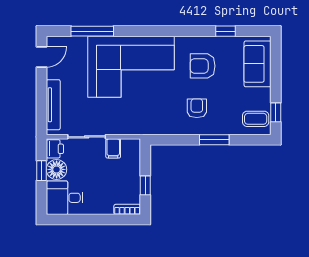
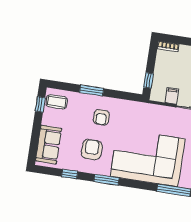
window: (178, 31) -> (106, 180), added
armchair: (203, 66) -> (92, 150), turned -90
window: (145, 185) -> (148, 80), moved

